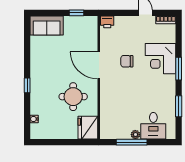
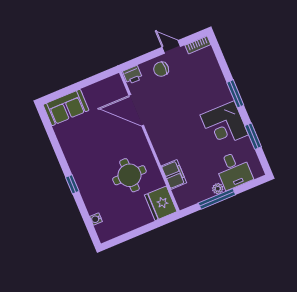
window: (77, 13) -> (94, 79), removed
corner desk: (160, 59) -> (224, 125), moved
chair: (127, 61) -> (161, 69), moved
door: (99, 65) -> (136, 110), moved
filing cabinet: (107, 110) -> (174, 174), added

